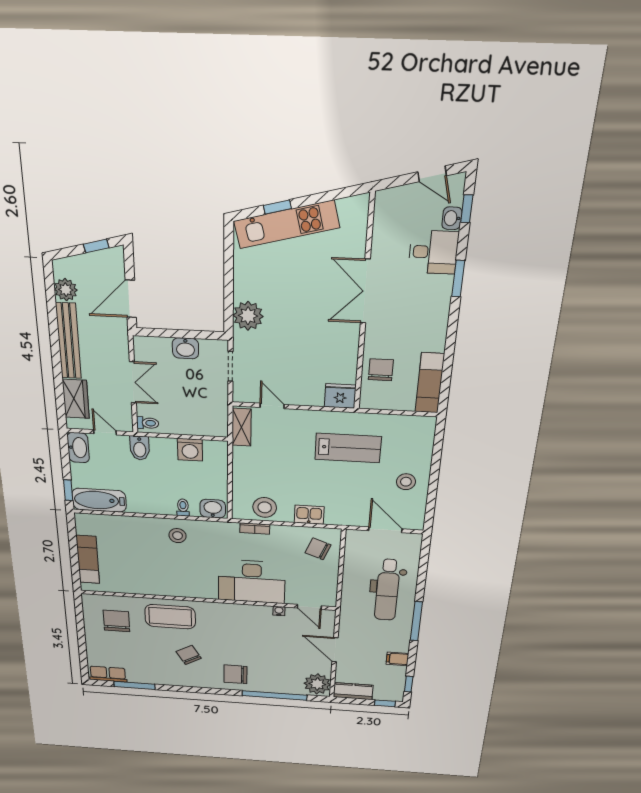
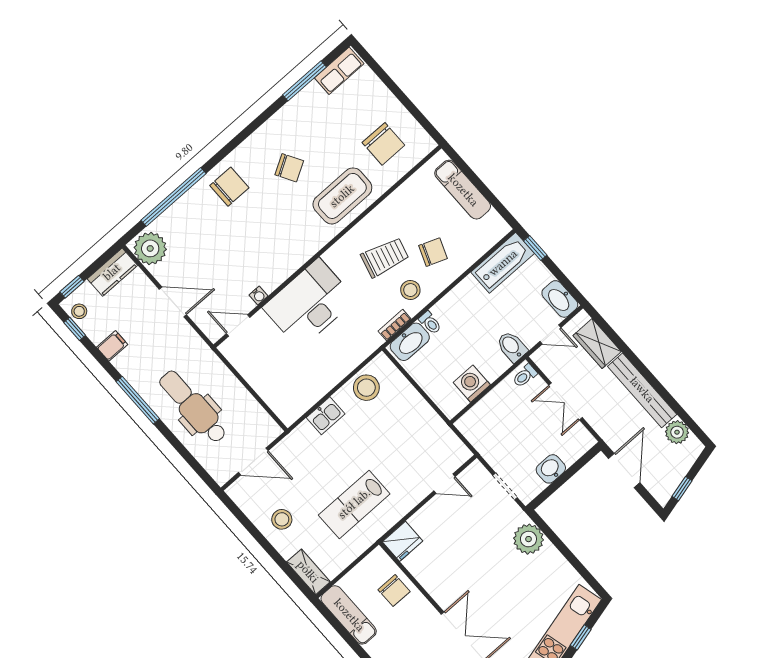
shelving: (242, 427) -> (308, 572), moved
washbasin: (213, 509) -> (410, 342), width x1.38
bookcase: (255, 528) -> (395, 325), moved
chair: (318, 549) -> (433, 252), moved
trolley: (176, 566) -> (385, 257), added
stool: (395, 689) -> (79, 311), added

